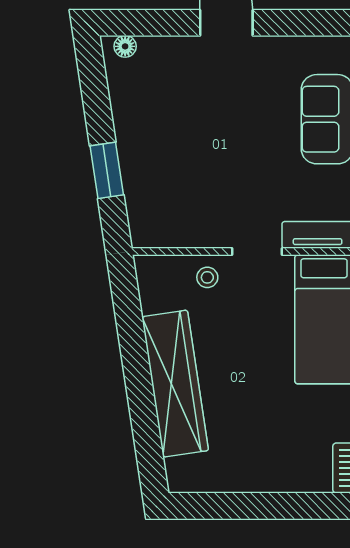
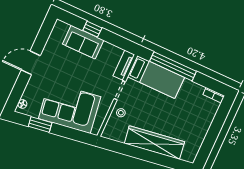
corner sofa: (166, 157) -> (70, 108), added
window: (107, 170) -> (40, 124), moved

